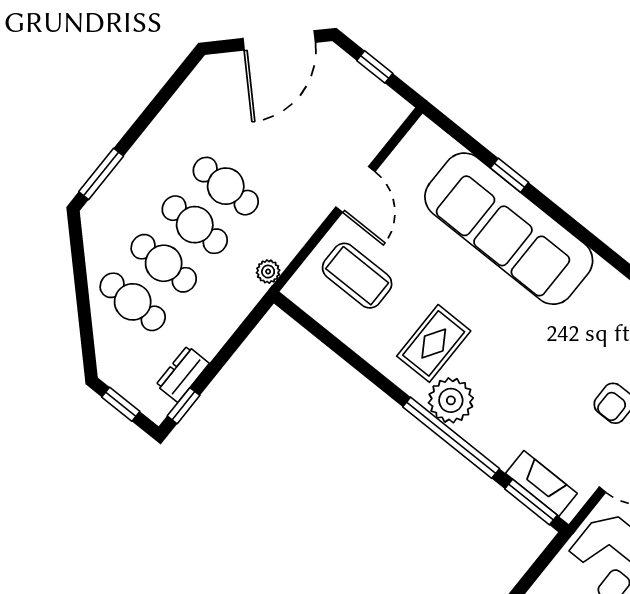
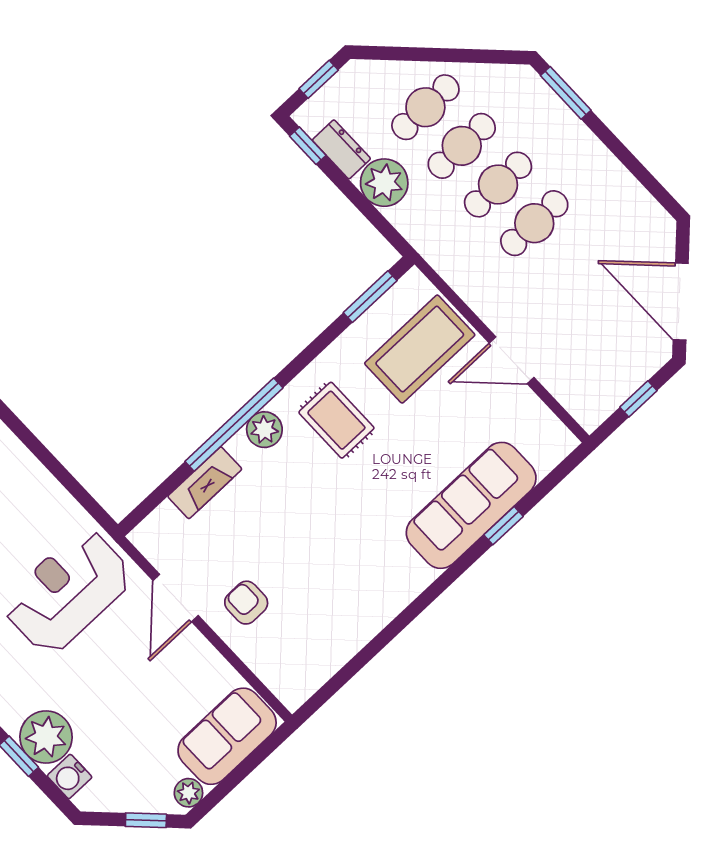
sofa: (509, 229) -> (471, 505), width x0.74, depth x0.79
plant: (268, 272) -> (384, 183), moved, width x1.87, depth x1.87
coffee table: (357, 276) -> (420, 349), width x1.36, depth x1.32
plant: (451, 400) -> (264, 430), width x0.73, depth x0.73
fireplace: (541, 483) -> (205, 483), moved
window: (531, 502) -> (370, 297), moved

